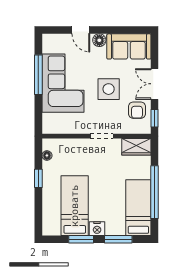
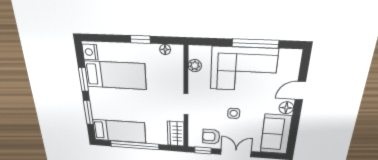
side table: (109, 89) -> (234, 113), width x0.54, depth x0.54
plant: (61, 128) -> (195, 66), added
nightstand: (97, 229) -> (90, 52), moved

